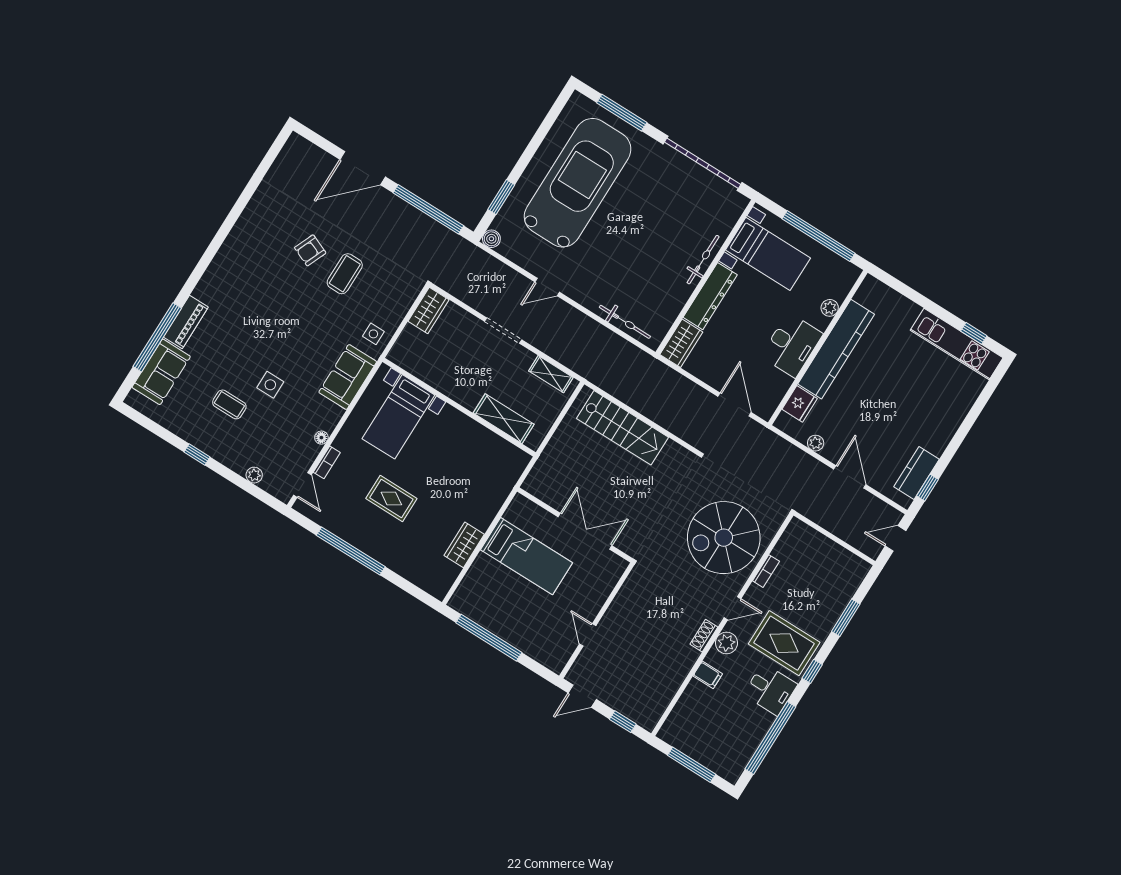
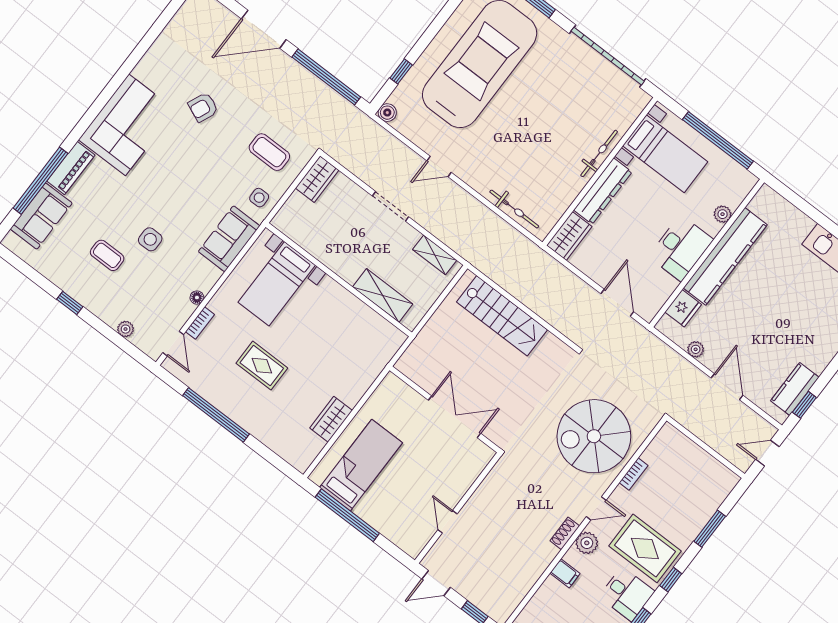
window: (501, 197) -> (401, 71), width x0.67
corner sofa: (237, 274) -> (127, 125), added
coffee table: (345, 274) -> (269, 152), moved, turned 90
bed: (526, 556) -> (361, 465), moved, turned -90

